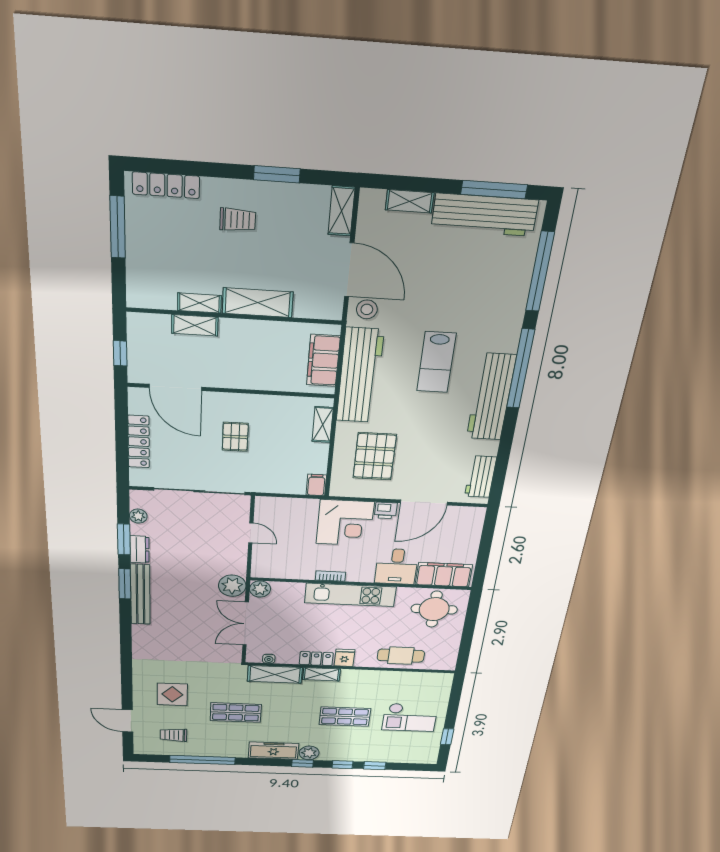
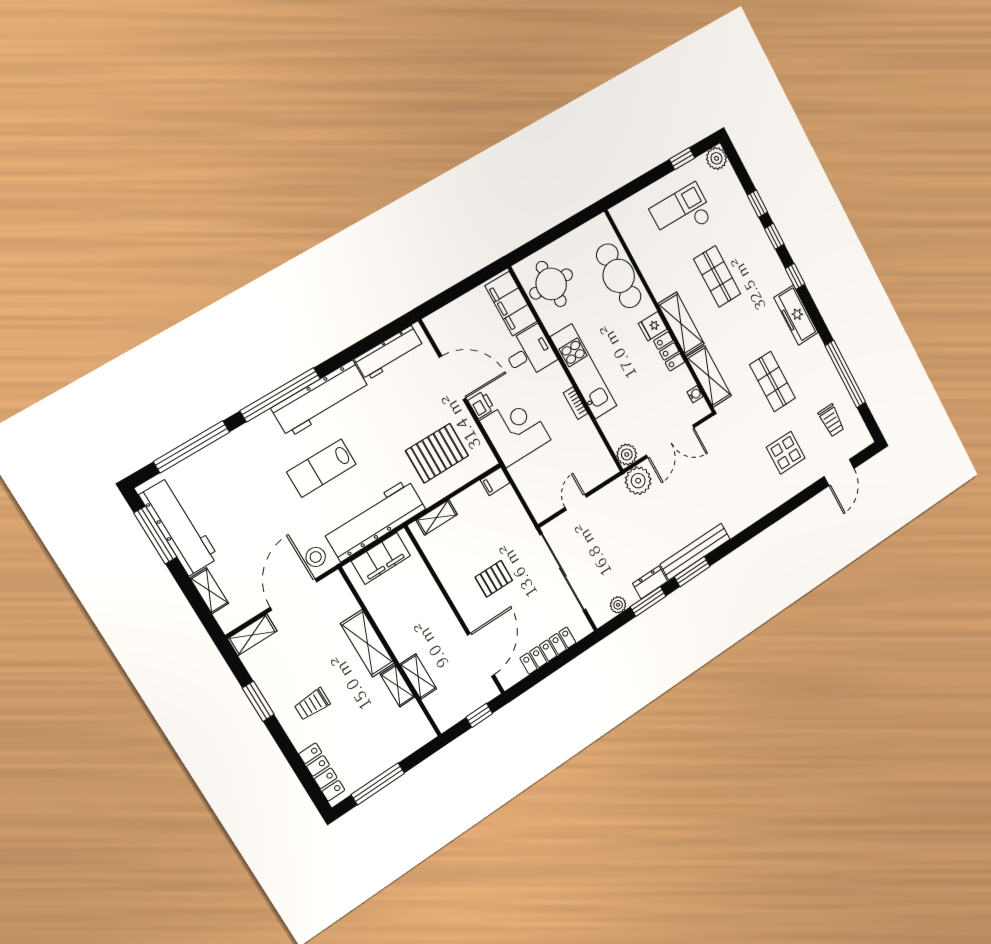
trolley: (238, 220) -> (312, 704), turned -90
lab bench: (436, 362) -> (322, 468), turned 180
workbench: (481, 477) -> (389, 353), width x1.38
cafe table: (401, 656) -> (619, 276), width x1.37, depth x1.35
shelving: (321, 674) -> (681, 324), width x1.50, depth x1.33
checkout: (410, 717) -> (682, 213), turned -90
plant: (309, 753) -> (716, 158), moved

